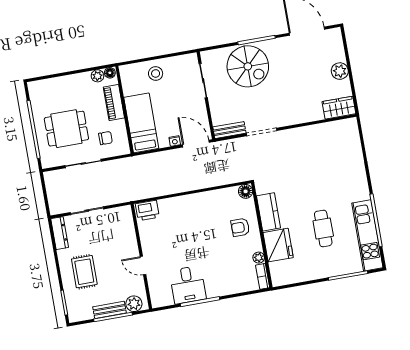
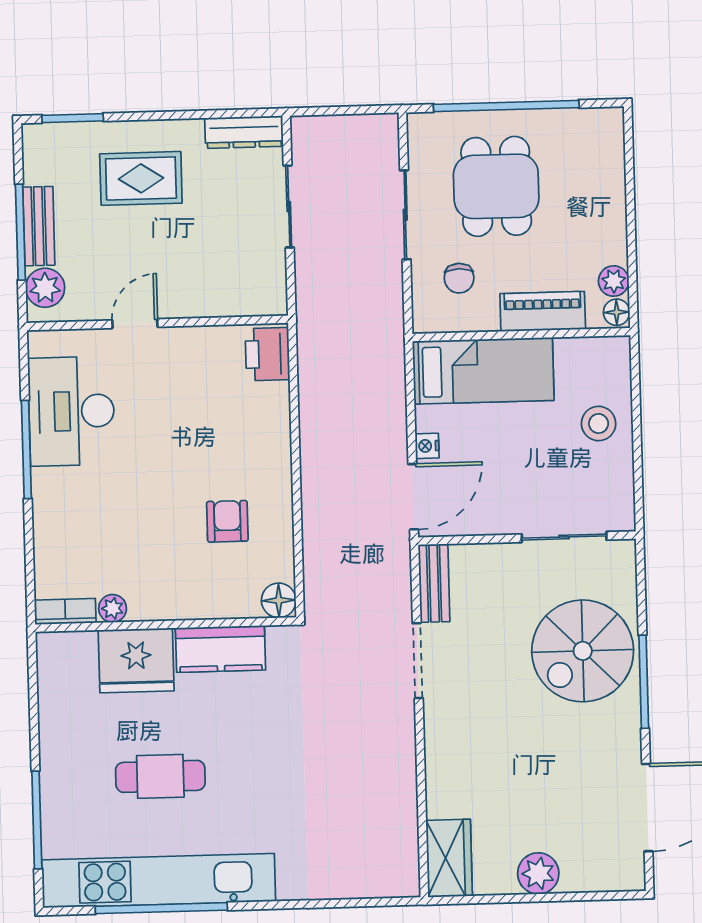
armchair: (240, 227) -> (227, 521), moved
kitchen unit: (367, 235) -> (159, 881), width x1.36
desk: (188, 285) -> (71, 411), width x1.37

